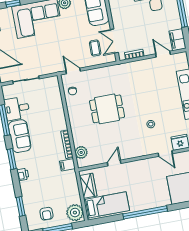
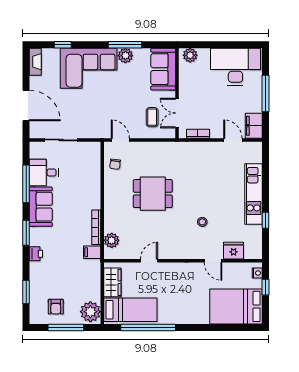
window: (145, 212) -> (148, 327), moved

